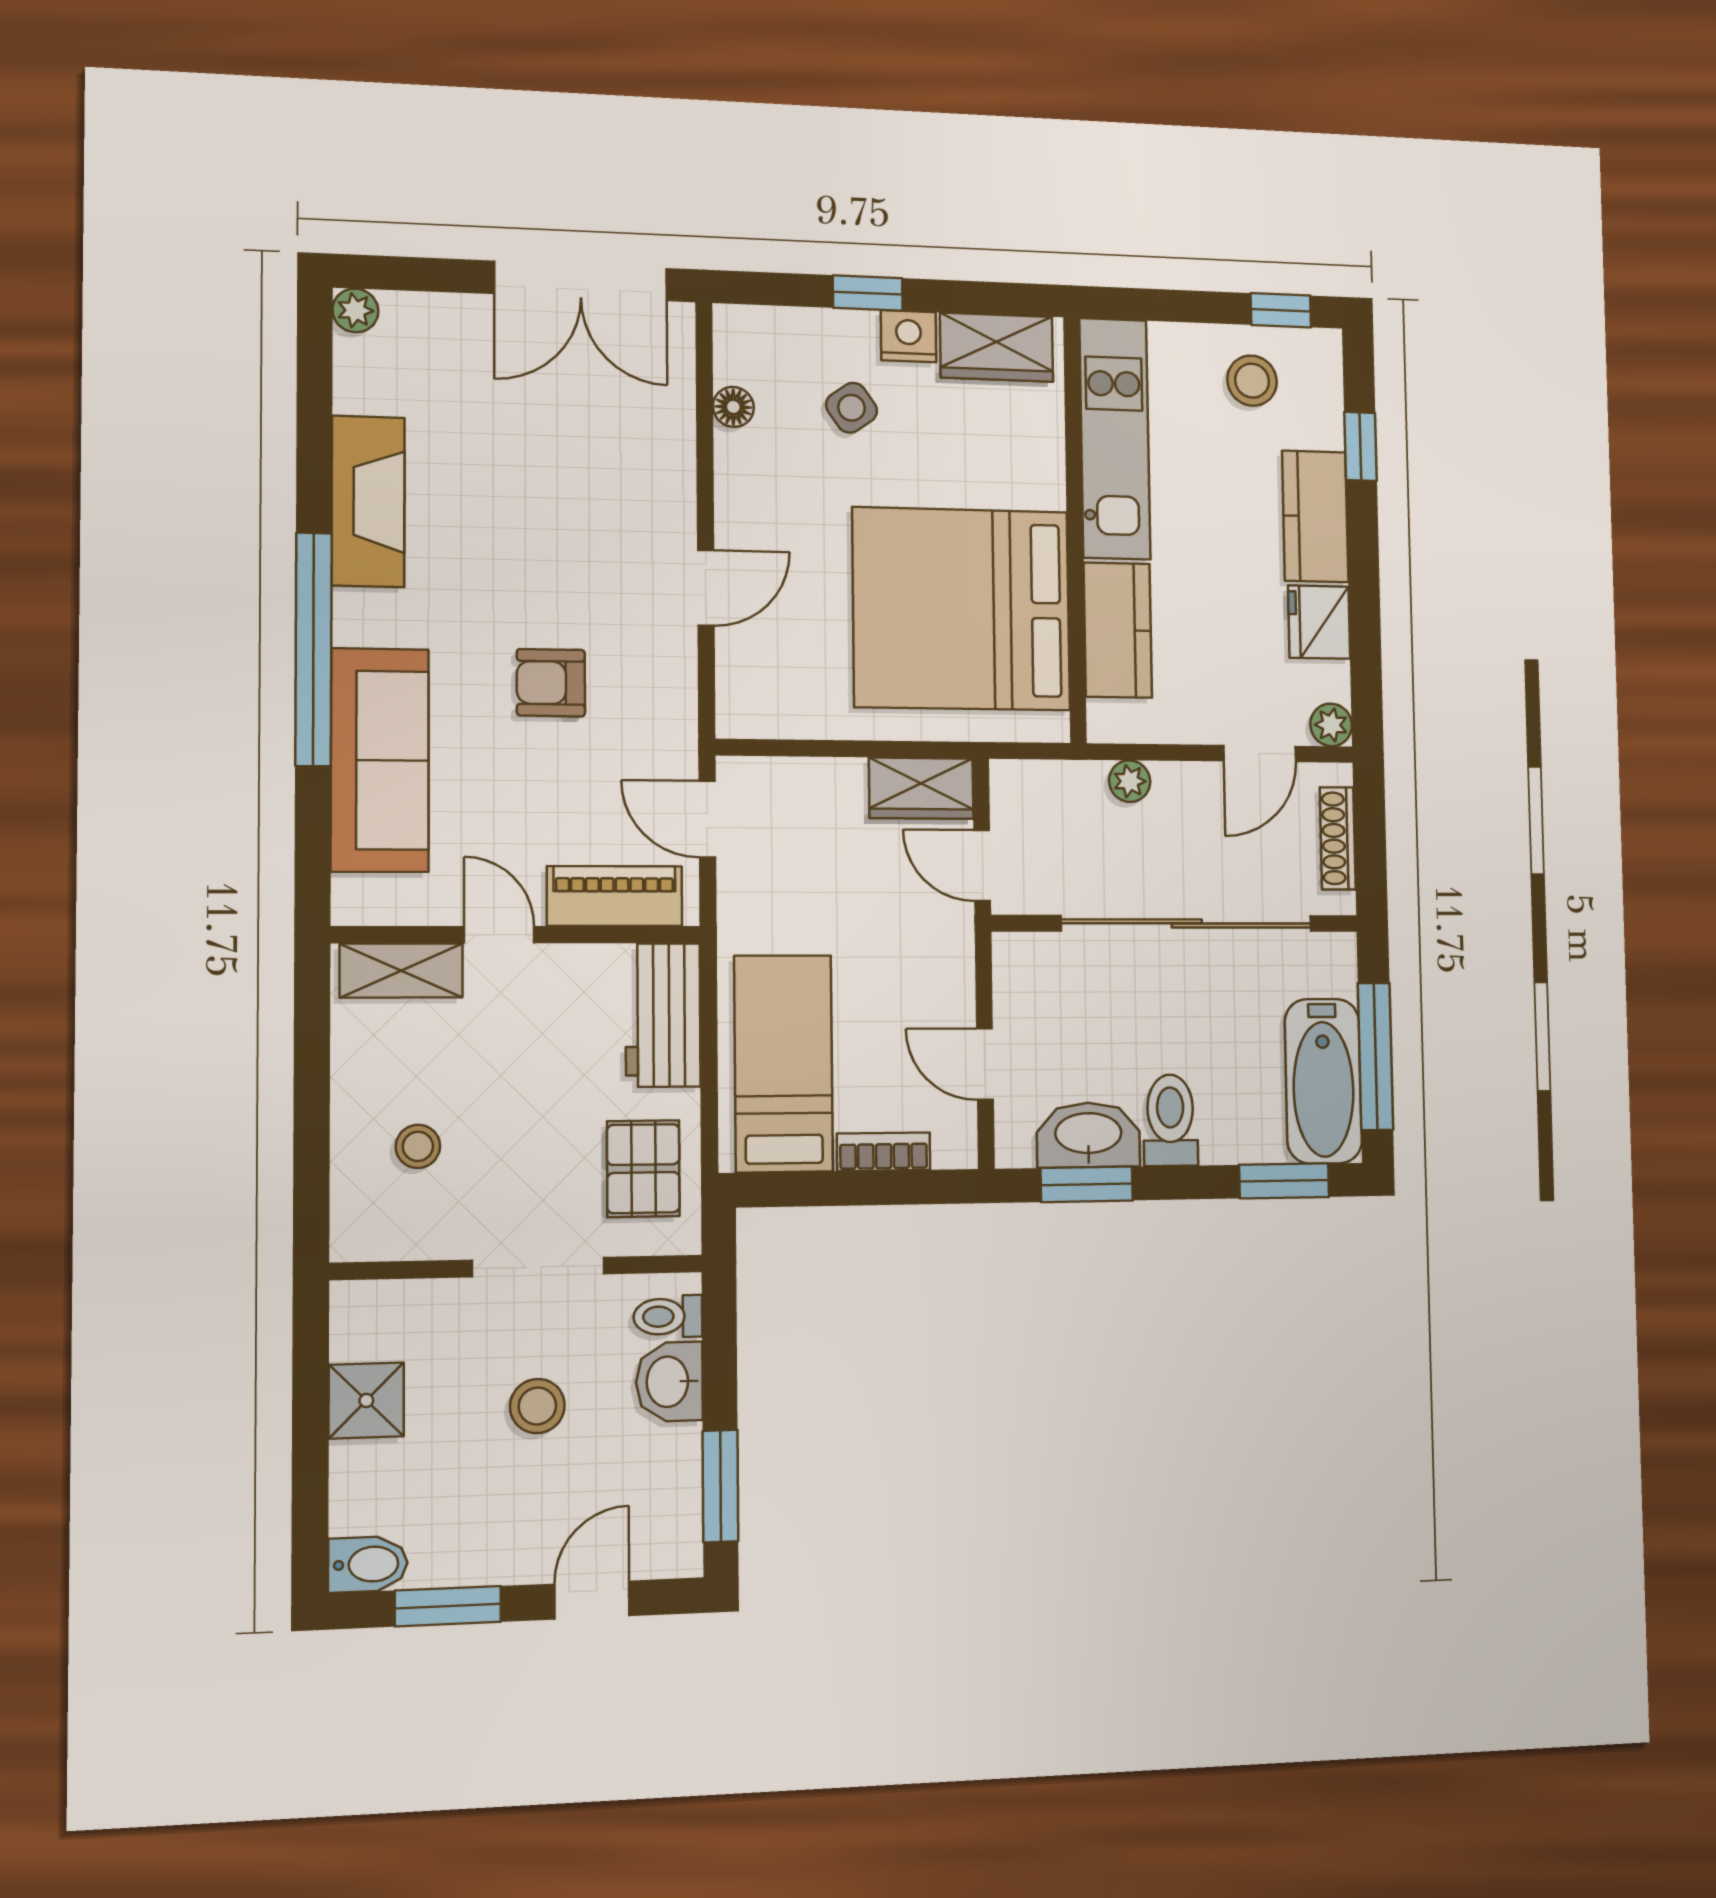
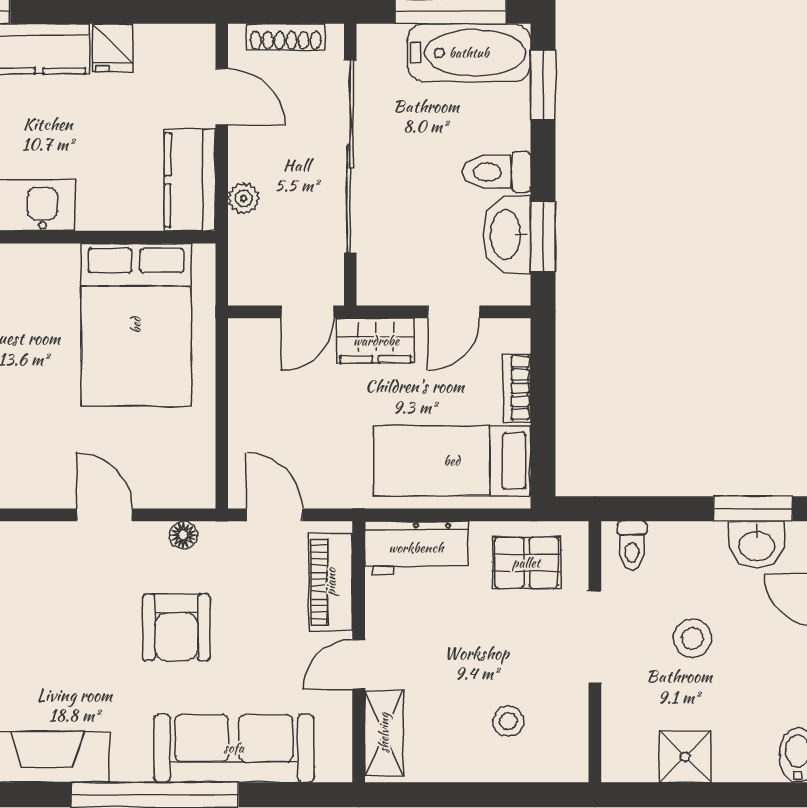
bed: (961, 609) -> (136, 325), width x0.73
fridge: (1319, 622) -> (113, 48), width x0.72
kitchen counter: (1118, 630) -> (190, 180), moved, turned -90
armchair: (551, 683) -> (176, 627), width x1.38, depth x1.38
floor lamp: (679, 694) -> (183, 535), added
plant: (1331, 725) -> (199, 40), removed
wardrobe: (921, 788) -> (376, 341), moved, turned 90
door: (707, 819) -> (274, 515), swing flipped
washbasin: (669, 1382) -> (757, 545), moved

